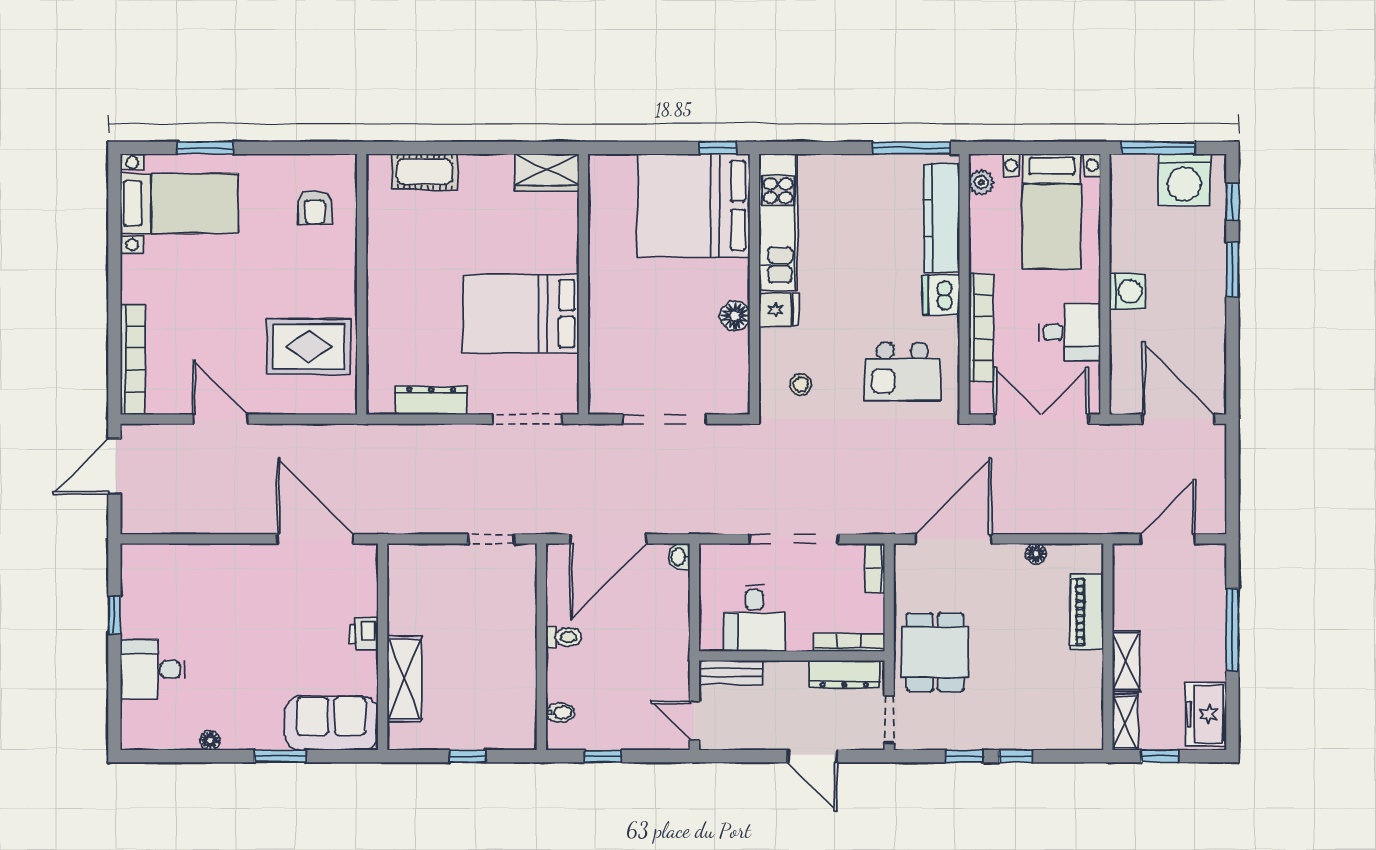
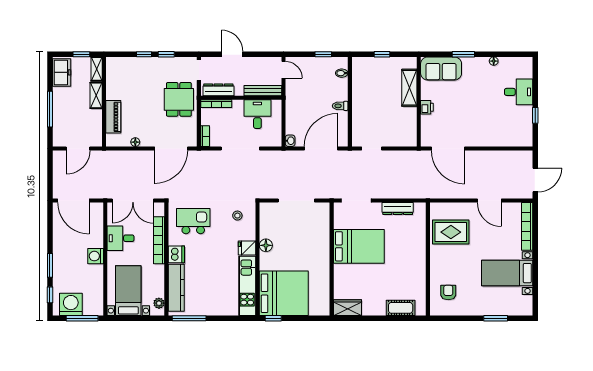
bed with nightstands: (179, 203) -> (507, 273), moved
bench: (730, 672) -> (263, 91), width x1.36

